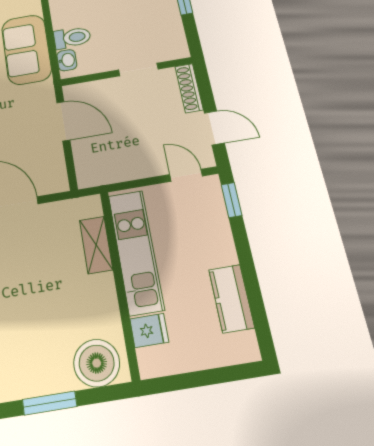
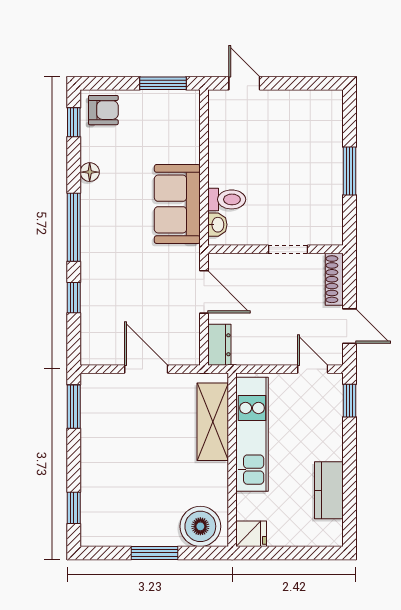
dresser: (86, 168) -> (219, 345), added
shelving: (96, 245) -> (213, 422), width x1.50, depth x1.33
fridge: (149, 330) -> (251, 534), moved

